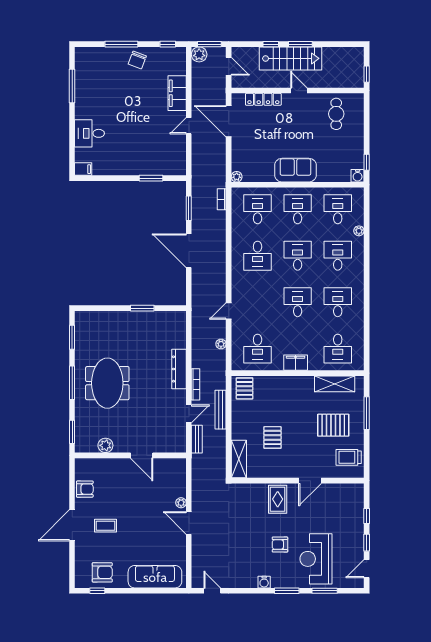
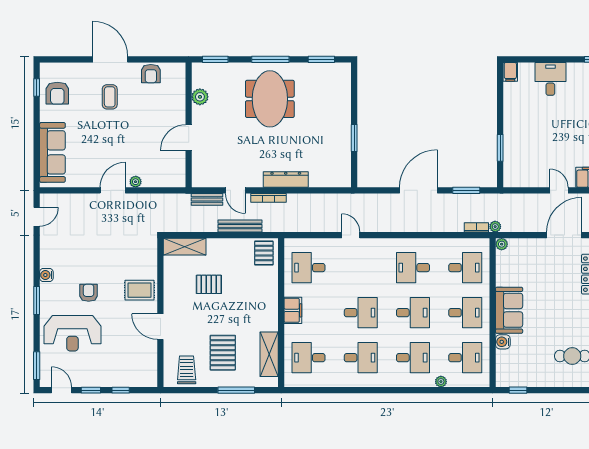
water cooler: (358, 176) -> (503, 342), moved
plant: (221, 344) -> (495, 227), moved
meeting table: (107, 383) -> (270, 99), turned 90
pallet: (245, 388) -> (264, 253), turned 90
reception desk: (316, 559) -> (72, 333), turned 180
window: (325, 591) -> (37, 366), moved

